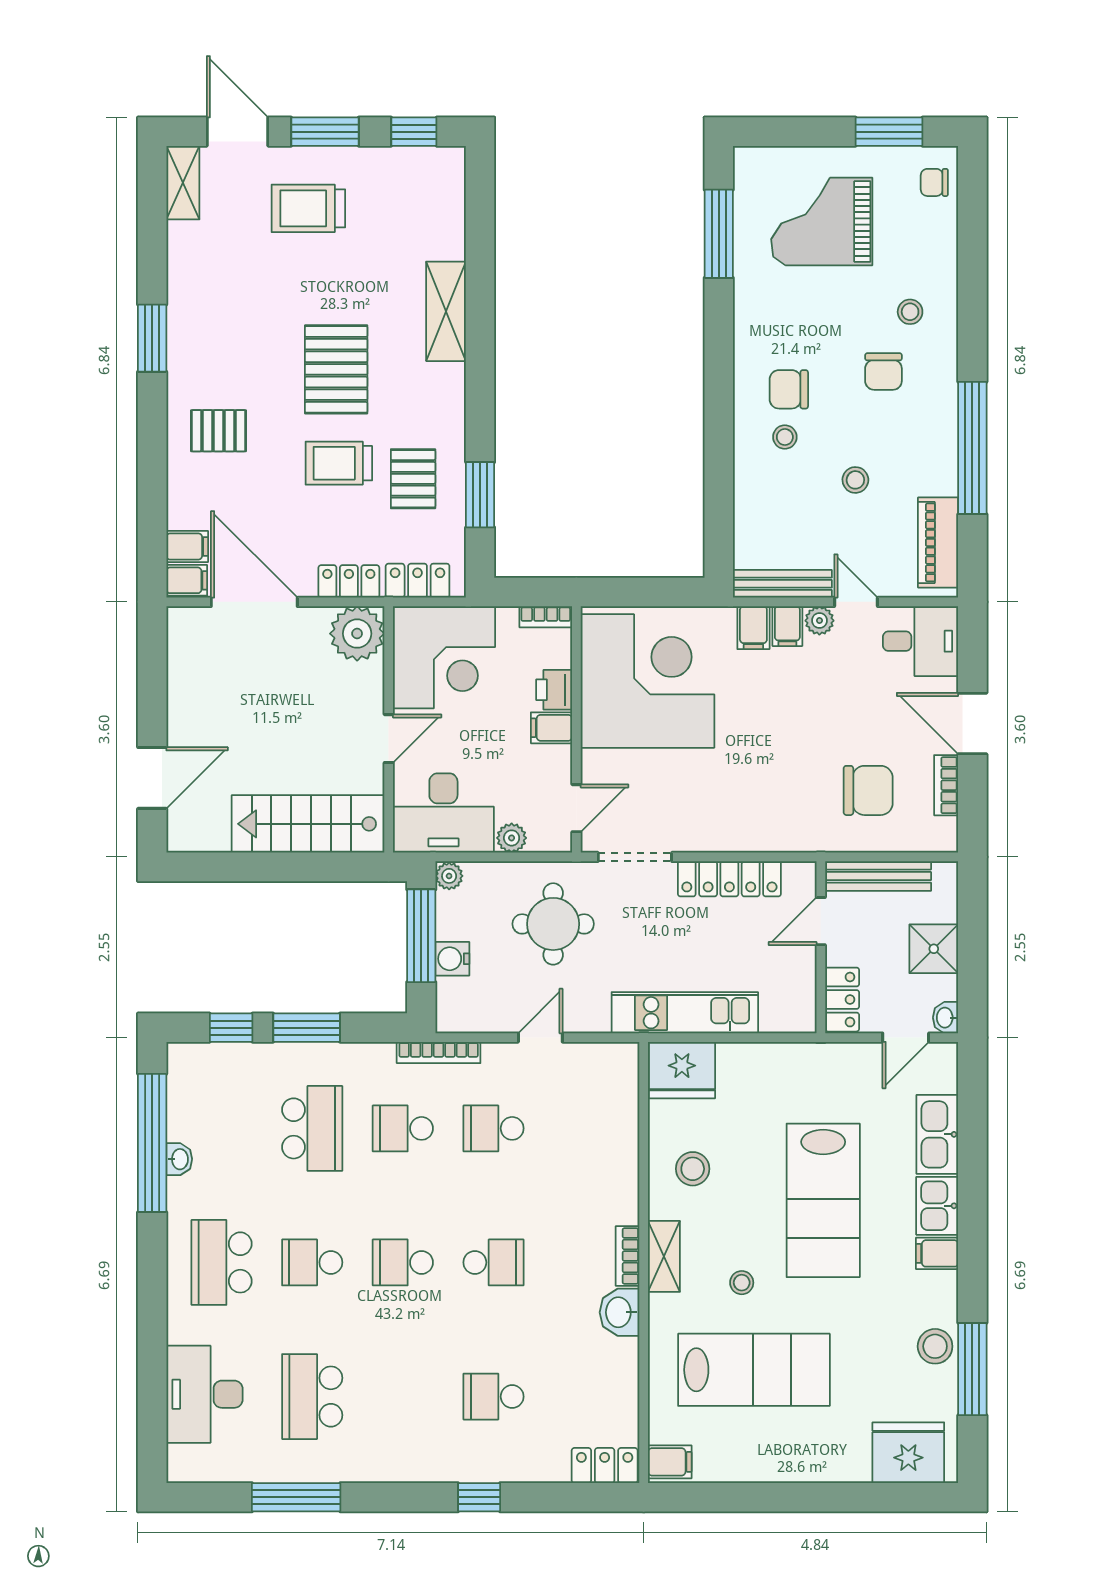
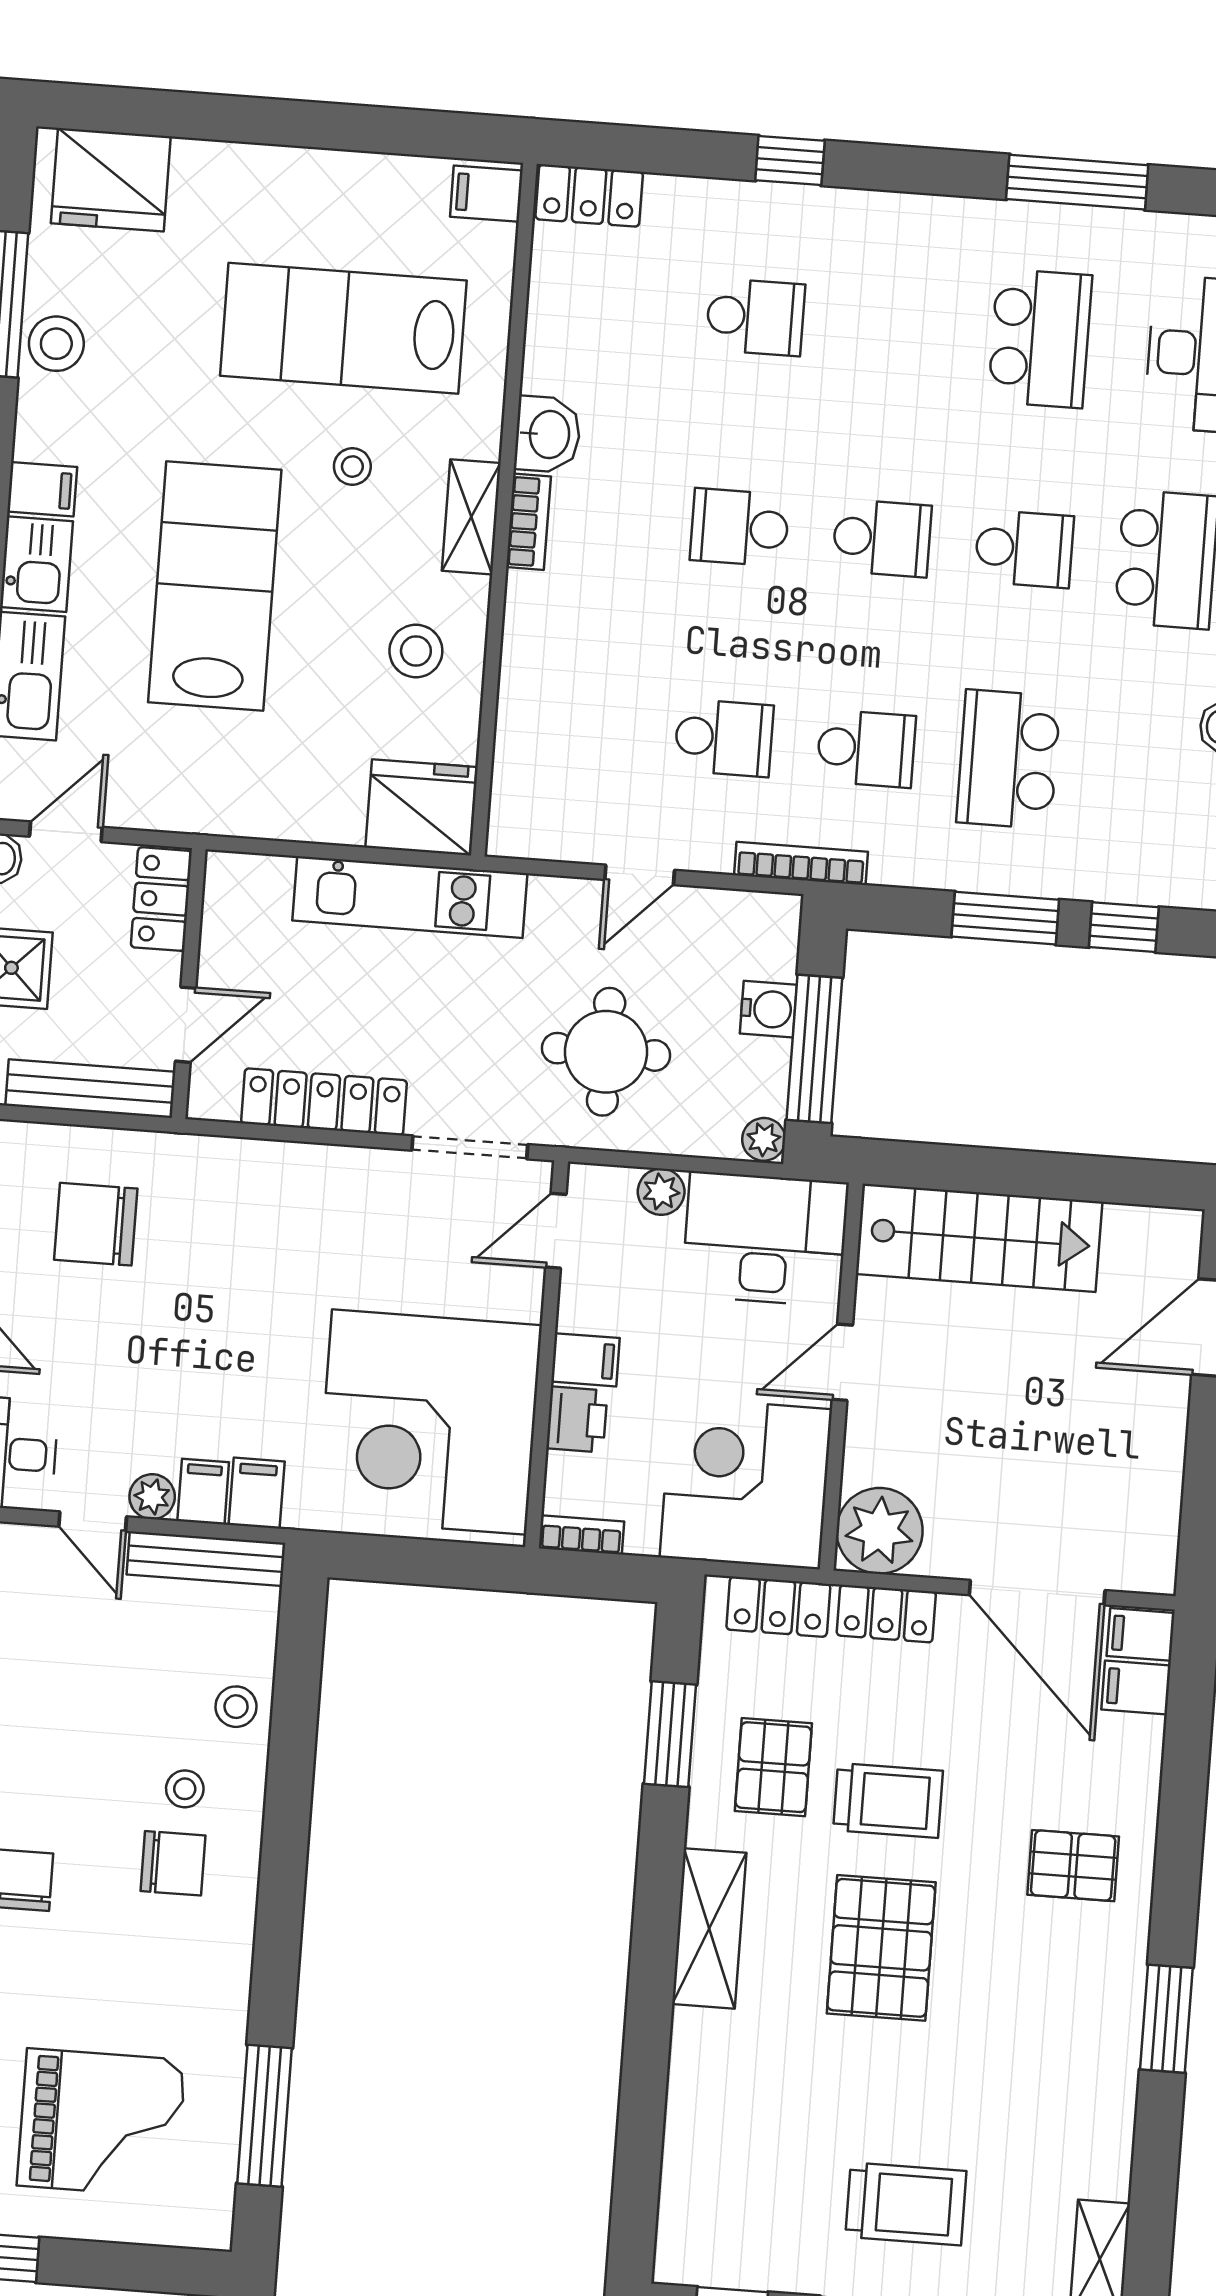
shelving: (446, 311) -> (709, 1928), moved
stool: (855, 480) -> (236, 1707), moved

